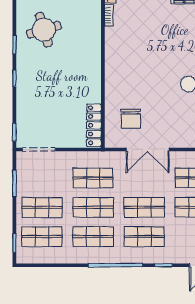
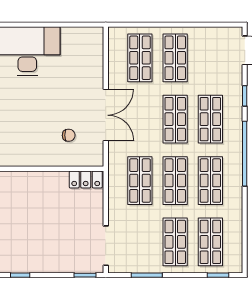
chair: (131, 119) -> (69, 135), width x0.54, depth x0.54
locker: (94, 125) -> (86, 179), width x0.66

